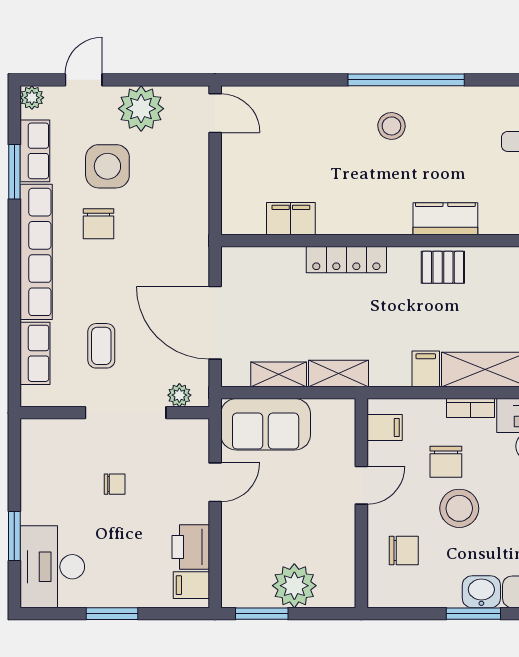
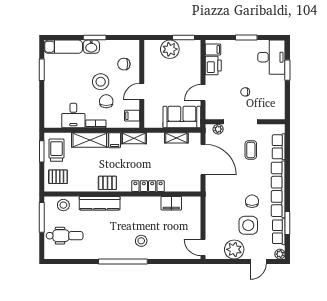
stool: (391, 126) -> (141, 241), moved
kitchen counter: (445, 219) -> (100, 203), width x1.50
shelving: (339, 374) -> (134, 138), moved

